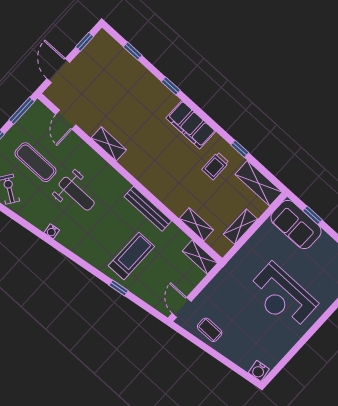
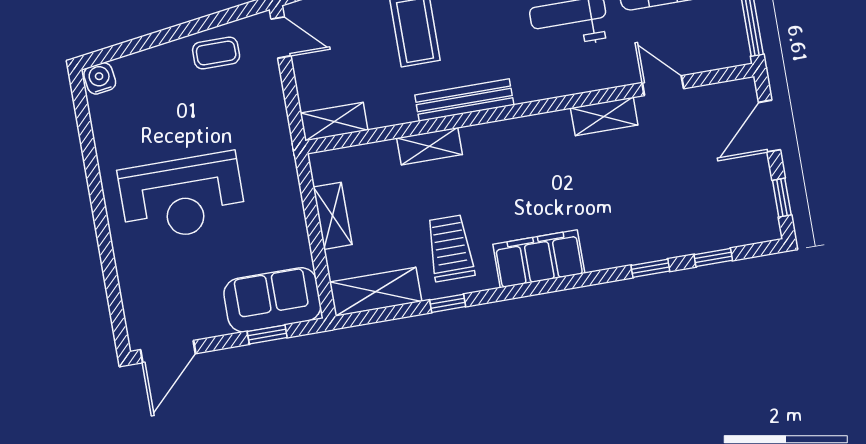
door: (58, 71) -> (769, 126), swing flipped
window: (171, 86) -> (650, 268), moved
door: (66, 120) -> (663, 86), moved
trolley: (215, 166) -> (450, 248), width x1.36, depth x1.39
shelving: (196, 224) -> (429, 146), moved
reception desk: (282, 297) -> (182, 197), turned 180

